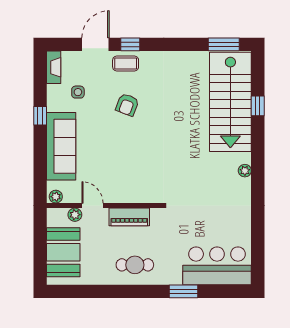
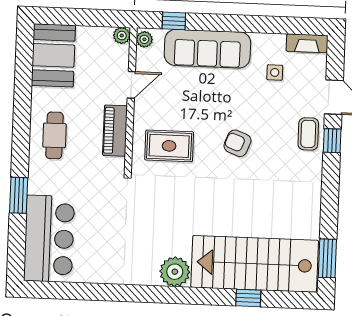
armchair: (127, 105) -> (237, 143), moved
window: (40, 116) -> (174, 21), moved
plant: (245, 171) -> (175, 272), width x1.88, depth x1.88
rug: (140, 174) -> (169, 146), added
plant: (75, 215) -> (122, 36), moved
booth: (63, 252) -> (53, 55), moved, turned 90

